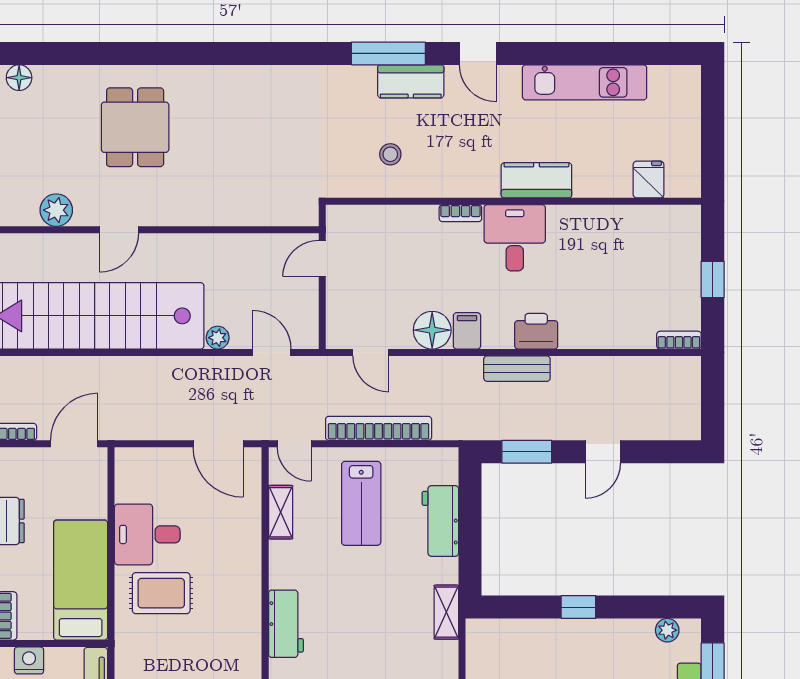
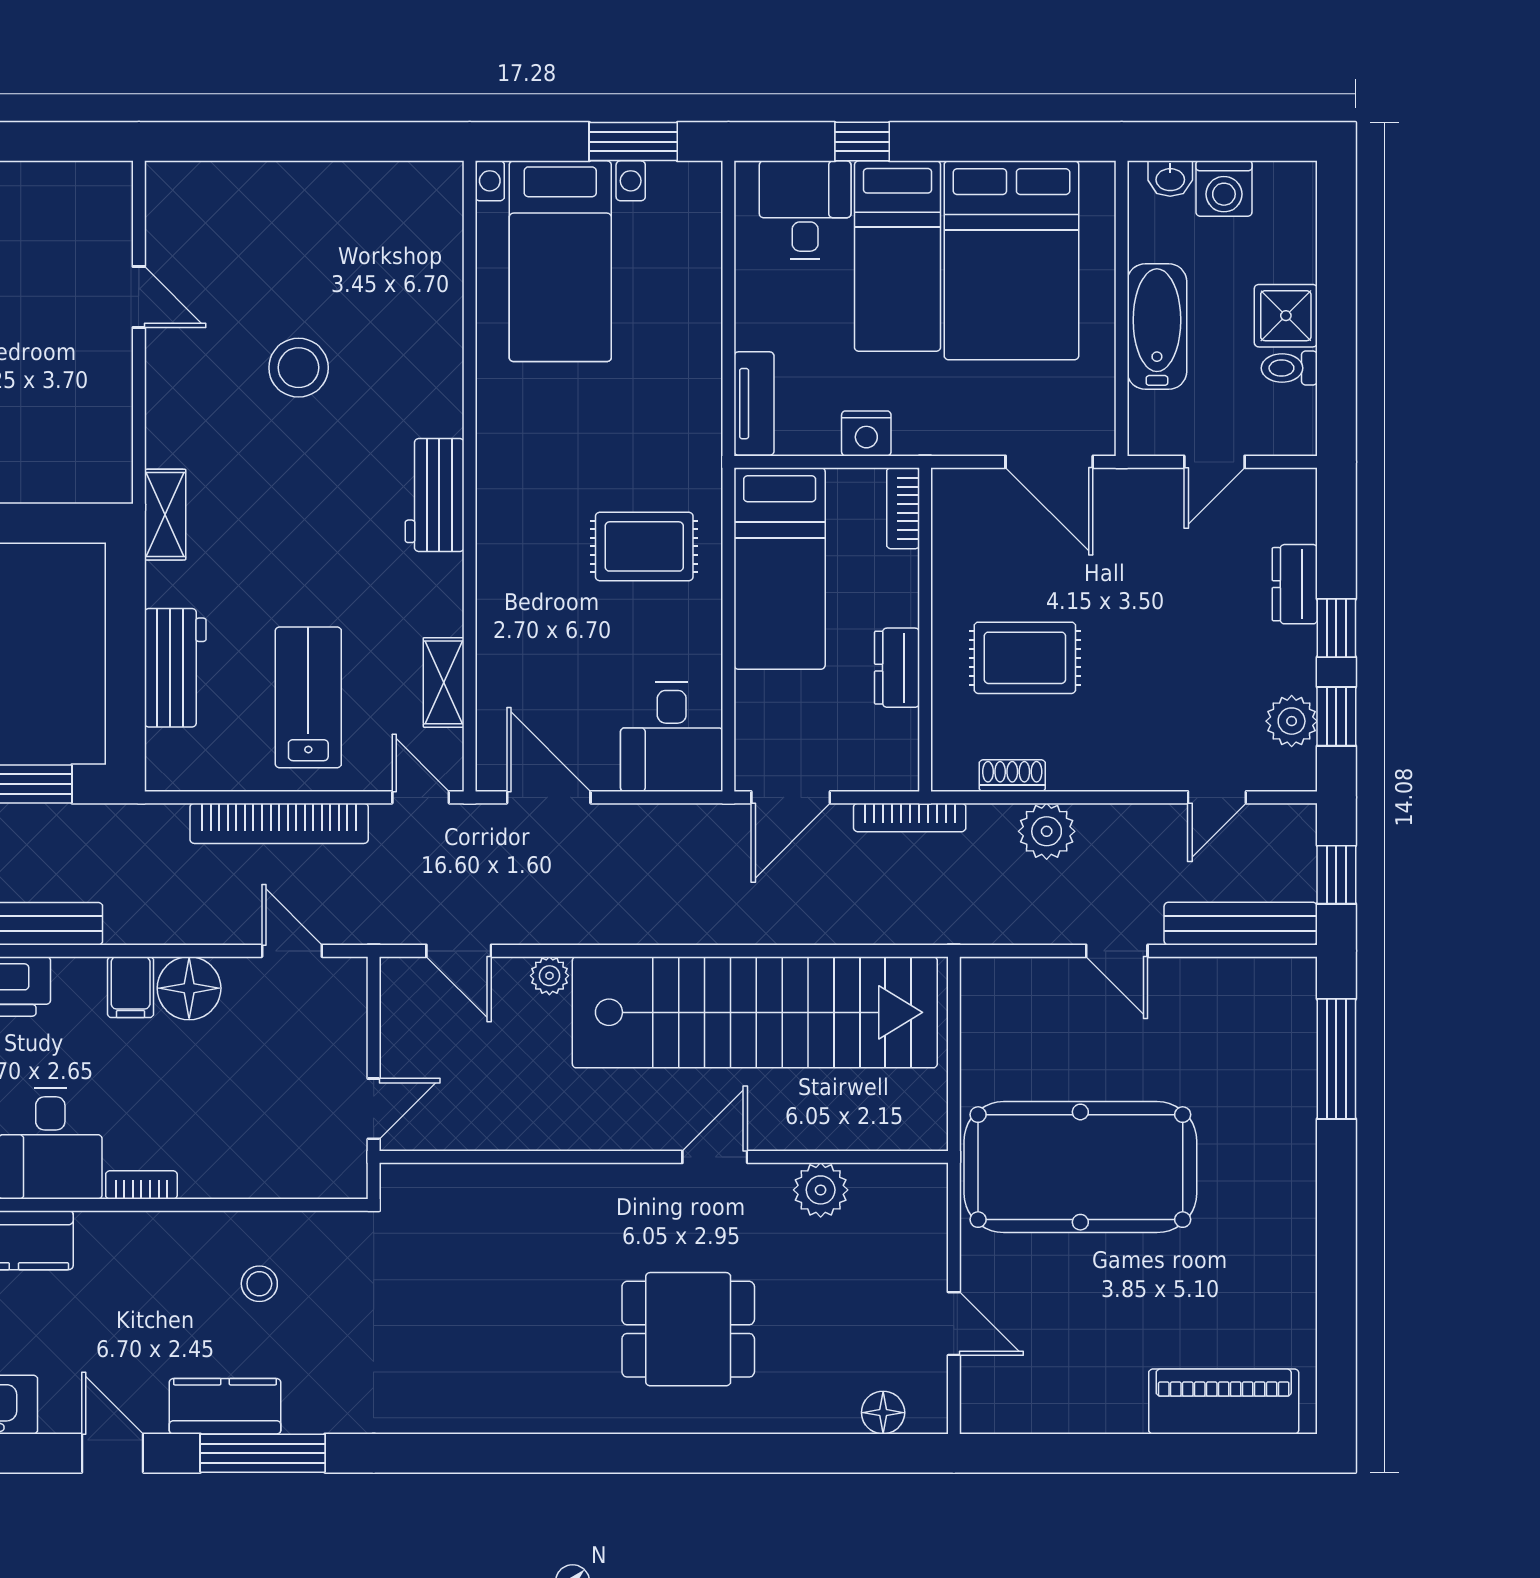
dining table: (135, 127) -> (688, 1329), turned 90
desk: (147, 534) -> (672, 737), moved, turned 90

